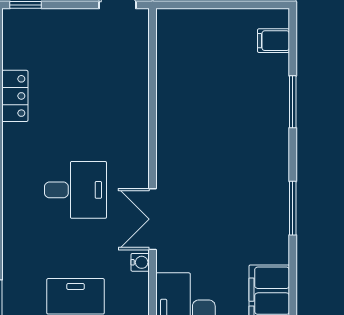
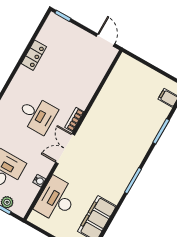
bookcase: (141, 163) -> (74, 120), added
water cooler: (140, 262) -> (39, 181), moved

